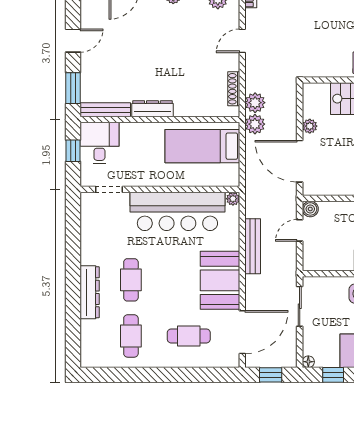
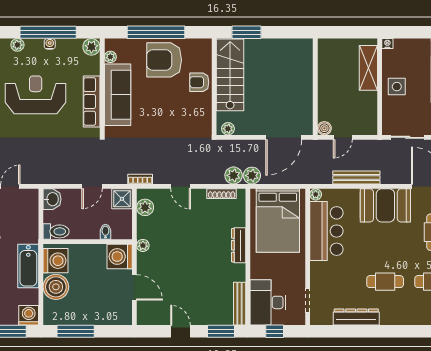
dresser: (152, 109) -> (239, 245), moved
plant: (310, 126) -> (228, 129), moved
desk: (99, 143) -> (268, 302), width x1.37
bed: (202, 146) -> (278, 221), width x1.50
bar counter: (177, 211) -> (326, 231), width x0.73
door: (300, 230) -> (343, 137), hinge flipped
dresser: (90, 292) -> (356, 317), moved

